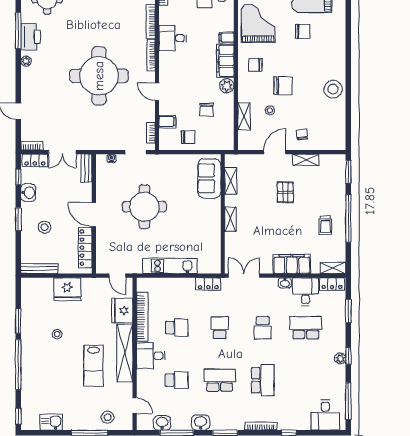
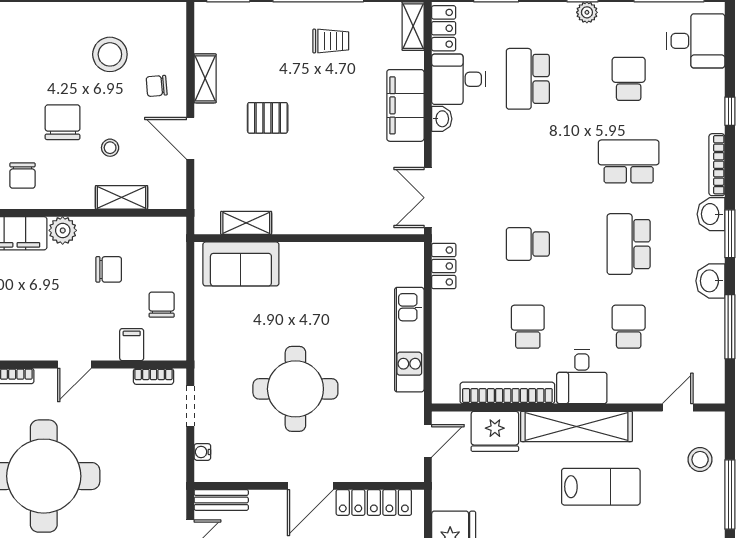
stool: (333, 89) -> (110, 54), moved
shelving: (230, 219) -> (319, 224), removed
school desk: (263, 328) -> (629, 79), moved, turned -90
washbasin: (162, 423) -> (711, 214), moved

